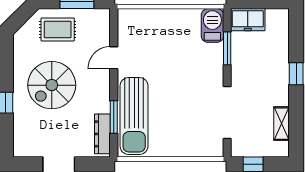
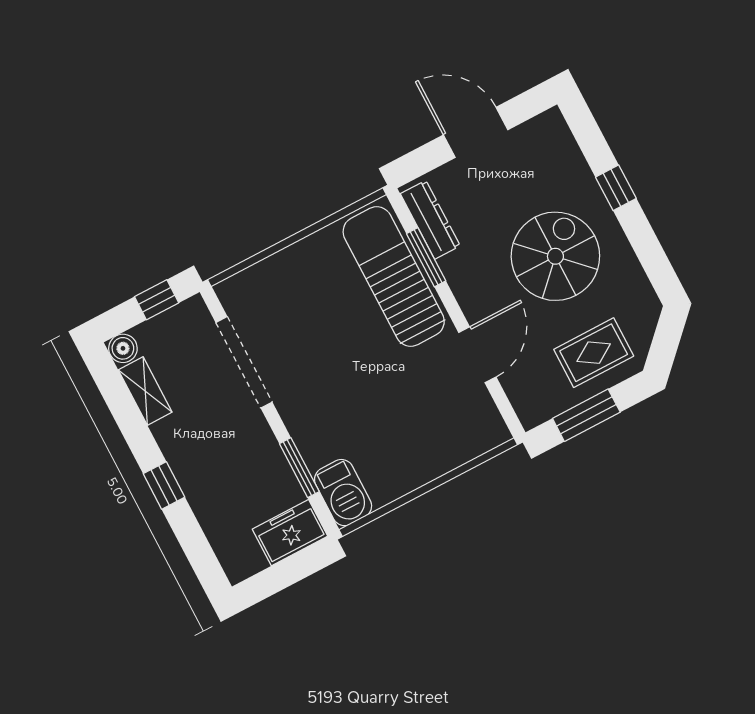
door: (114, 58) -> (477, 355), width x1.38
boiler: (281, 150) -> (123, 348), added

